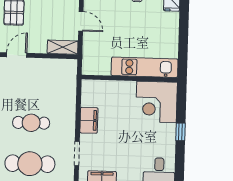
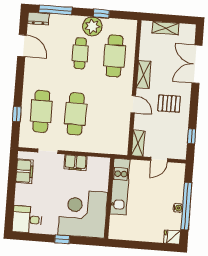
kitchen unit: (145, 67) -> (120, 187), moved
corner desk: (156, 102) -> (83, 214), width x1.36, depth x1.36
cafe table: (31, 123) -> (76, 114), width x1.37, depth x1.35

